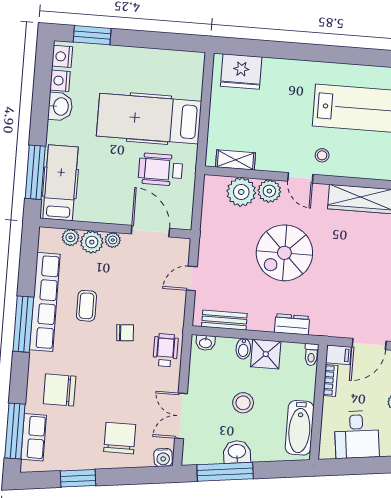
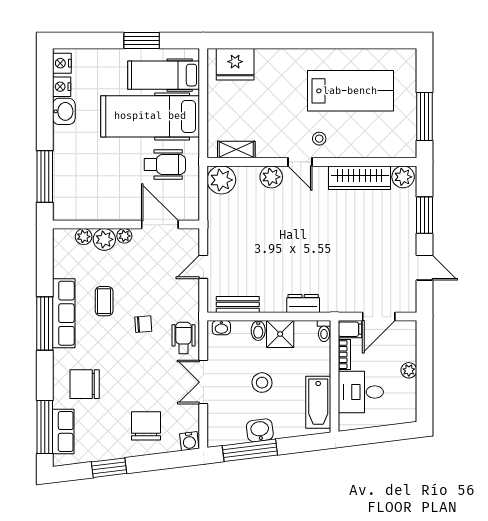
window: (92, 35) -> (142, 40), moved
wheelchair: (160, 170) -> (165, 164), turned 180
hospital bed: (60, 183) -> (164, 75), moved, turned -90
plant: (241, 192) -> (221, 180), moved
spiral stairs: (284, 253) -> (290, 235), removed
row of seats: (45, 302) -> (64, 313), width x0.73
double door: (181, 416) -> (203, 382), moved
desk: (357, 435) -> (361, 392), moved, turned 97

